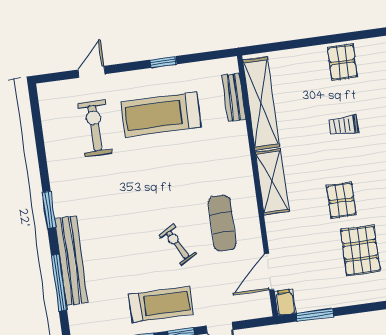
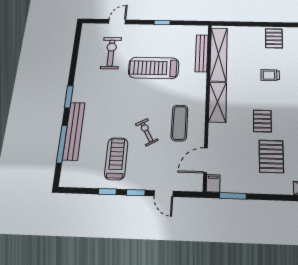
bench: (234, 97) -> (202, 53), width x1.36
treadmill: (161, 114) -> (154, 68), moved
treadmill: (161, 304) -> (116, 159), moved, turned -90

